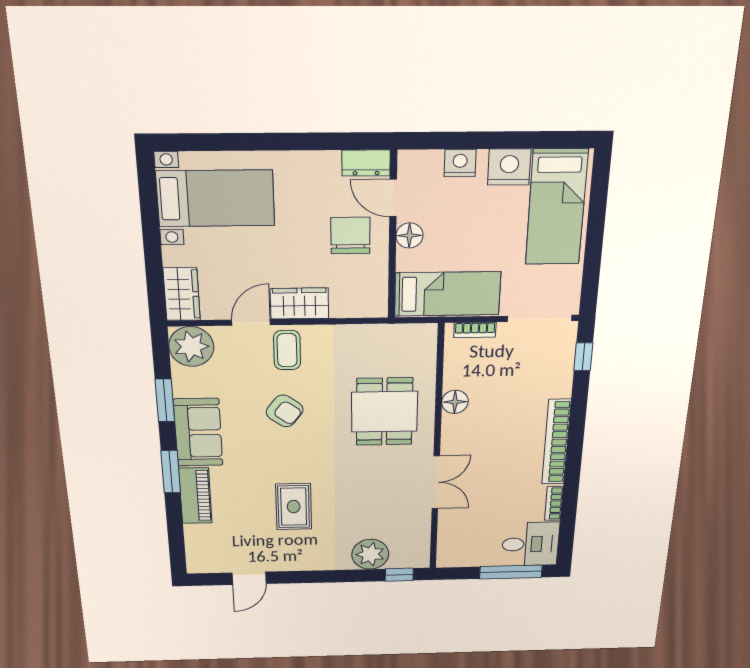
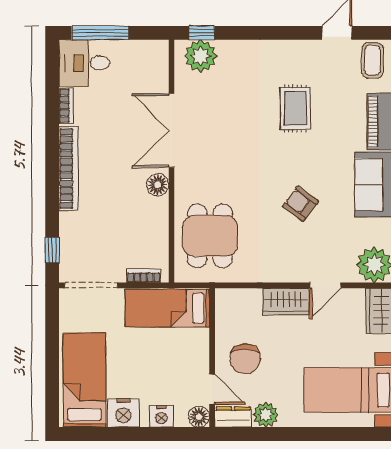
plant: (323, 166) -> (266, 415), added
floor lamp: (409, 235) -> (199, 417), moved
coffee table: (287, 350) -> (372, 60), moved
floor lamp: (455, 402) -> (158, 185), moved
dining table: (384, 412) -> (210, 236), moved
double door: (436, 482) -> (171, 130), width x1.37
plant: (370, 554) -> (201, 56), moved

